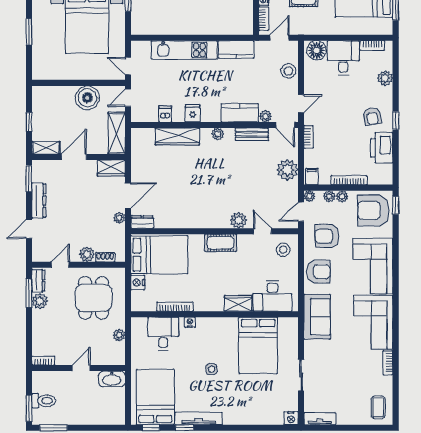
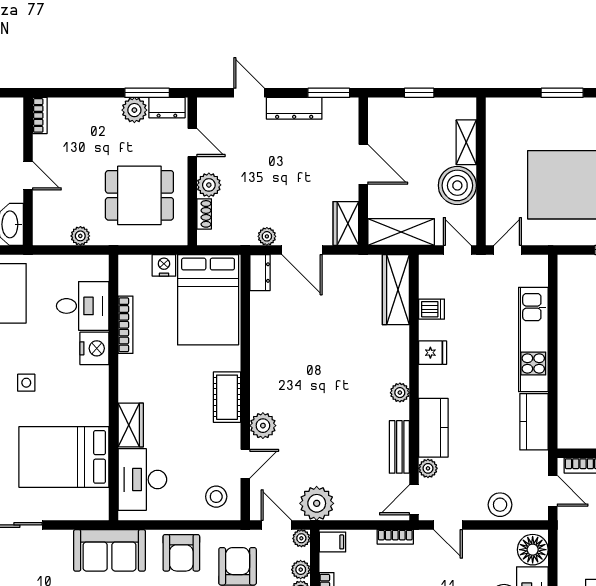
wardrobe: (177, 137) -> (396, 290), moved
shelving: (46, 148) -> (466, 142), moved
plant: (287, 170) -> (317, 503), moved
nightstand: (190, 322) -> (94, 348), width x1.89, depth x1.79

